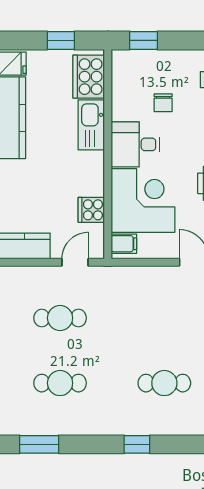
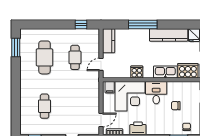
cooker: (91, 210) -> (137, 72), moved
door: (75, 262) -> (101, 64), swing flipped
cafe table: (60, 383) -> (45, 57), width x1.37, depth x1.35
window: (137, 444) -> (16, 93), removed

